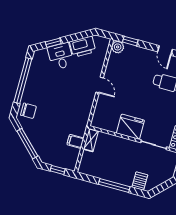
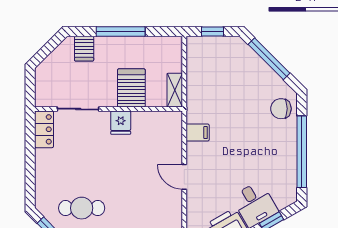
fridge: (130, 127) -> (121, 123), width x0.53, depth x0.75
filing cabinet: (75, 141) -> (198, 133), moved
server rack: (117, 149) -> (131, 88), added

